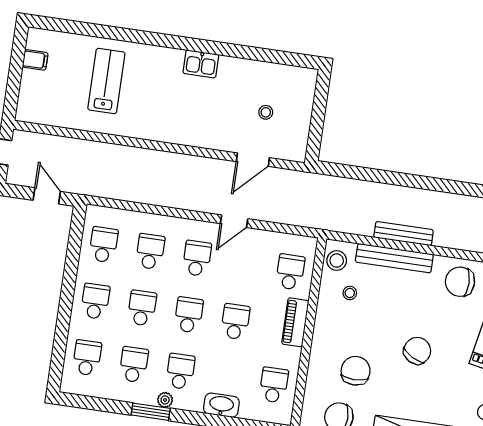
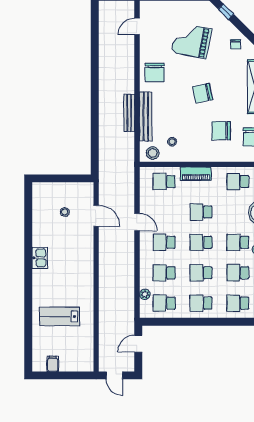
plant: (121, 217) -> (145, 294), added
chair: (417, 351) -> (203, 93), turned -41

